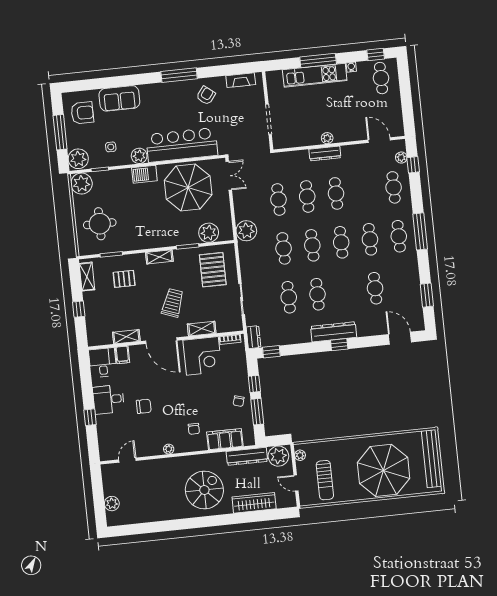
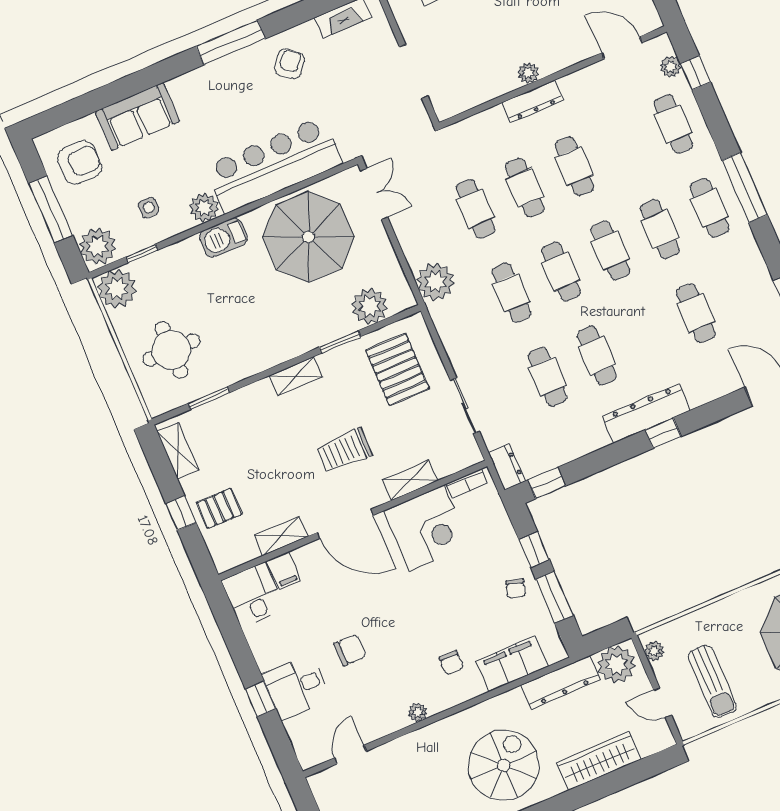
pallet: (124, 279) -> (219, 508), moved
trolley: (173, 303) -> (344, 450), turned -110
desk: (108, 399) -> (296, 687), moved

